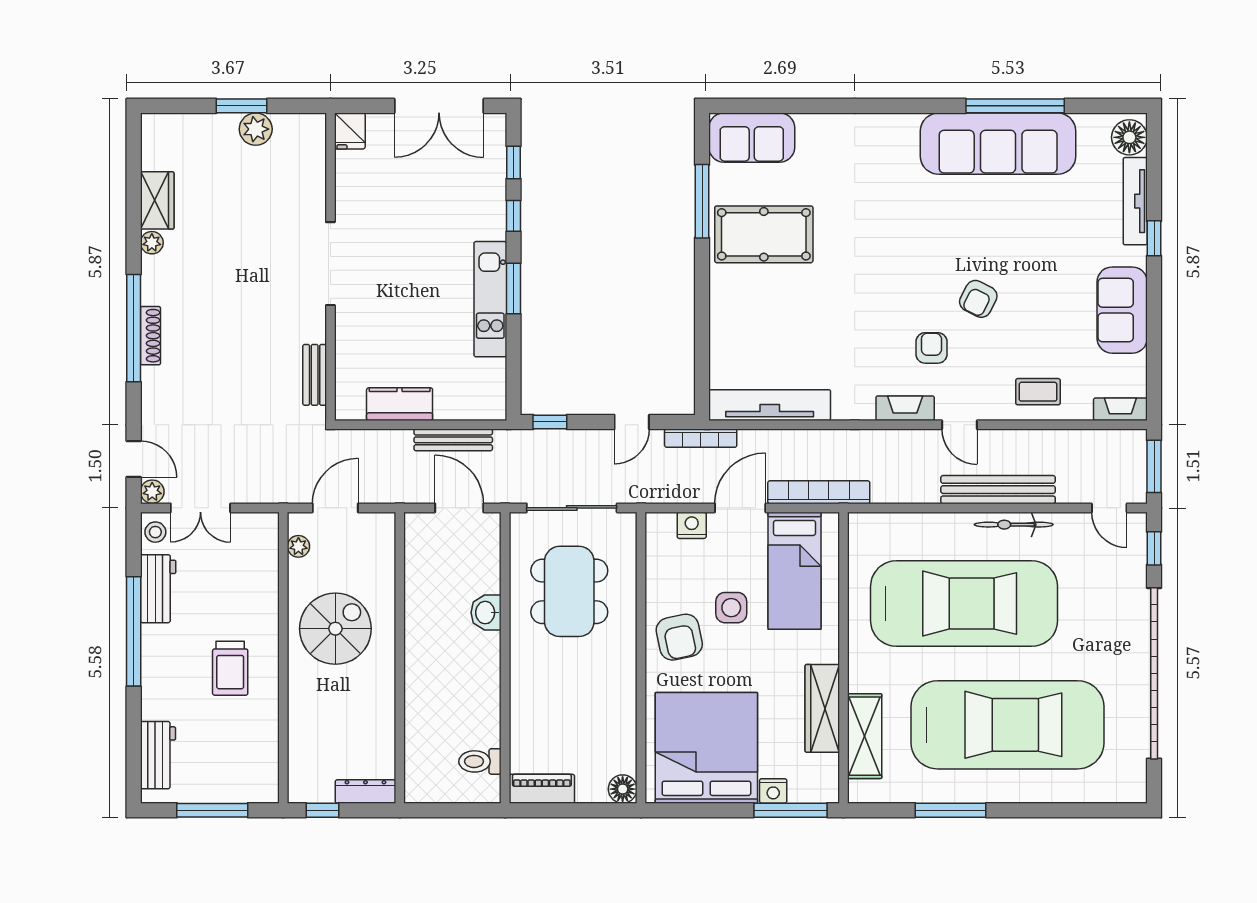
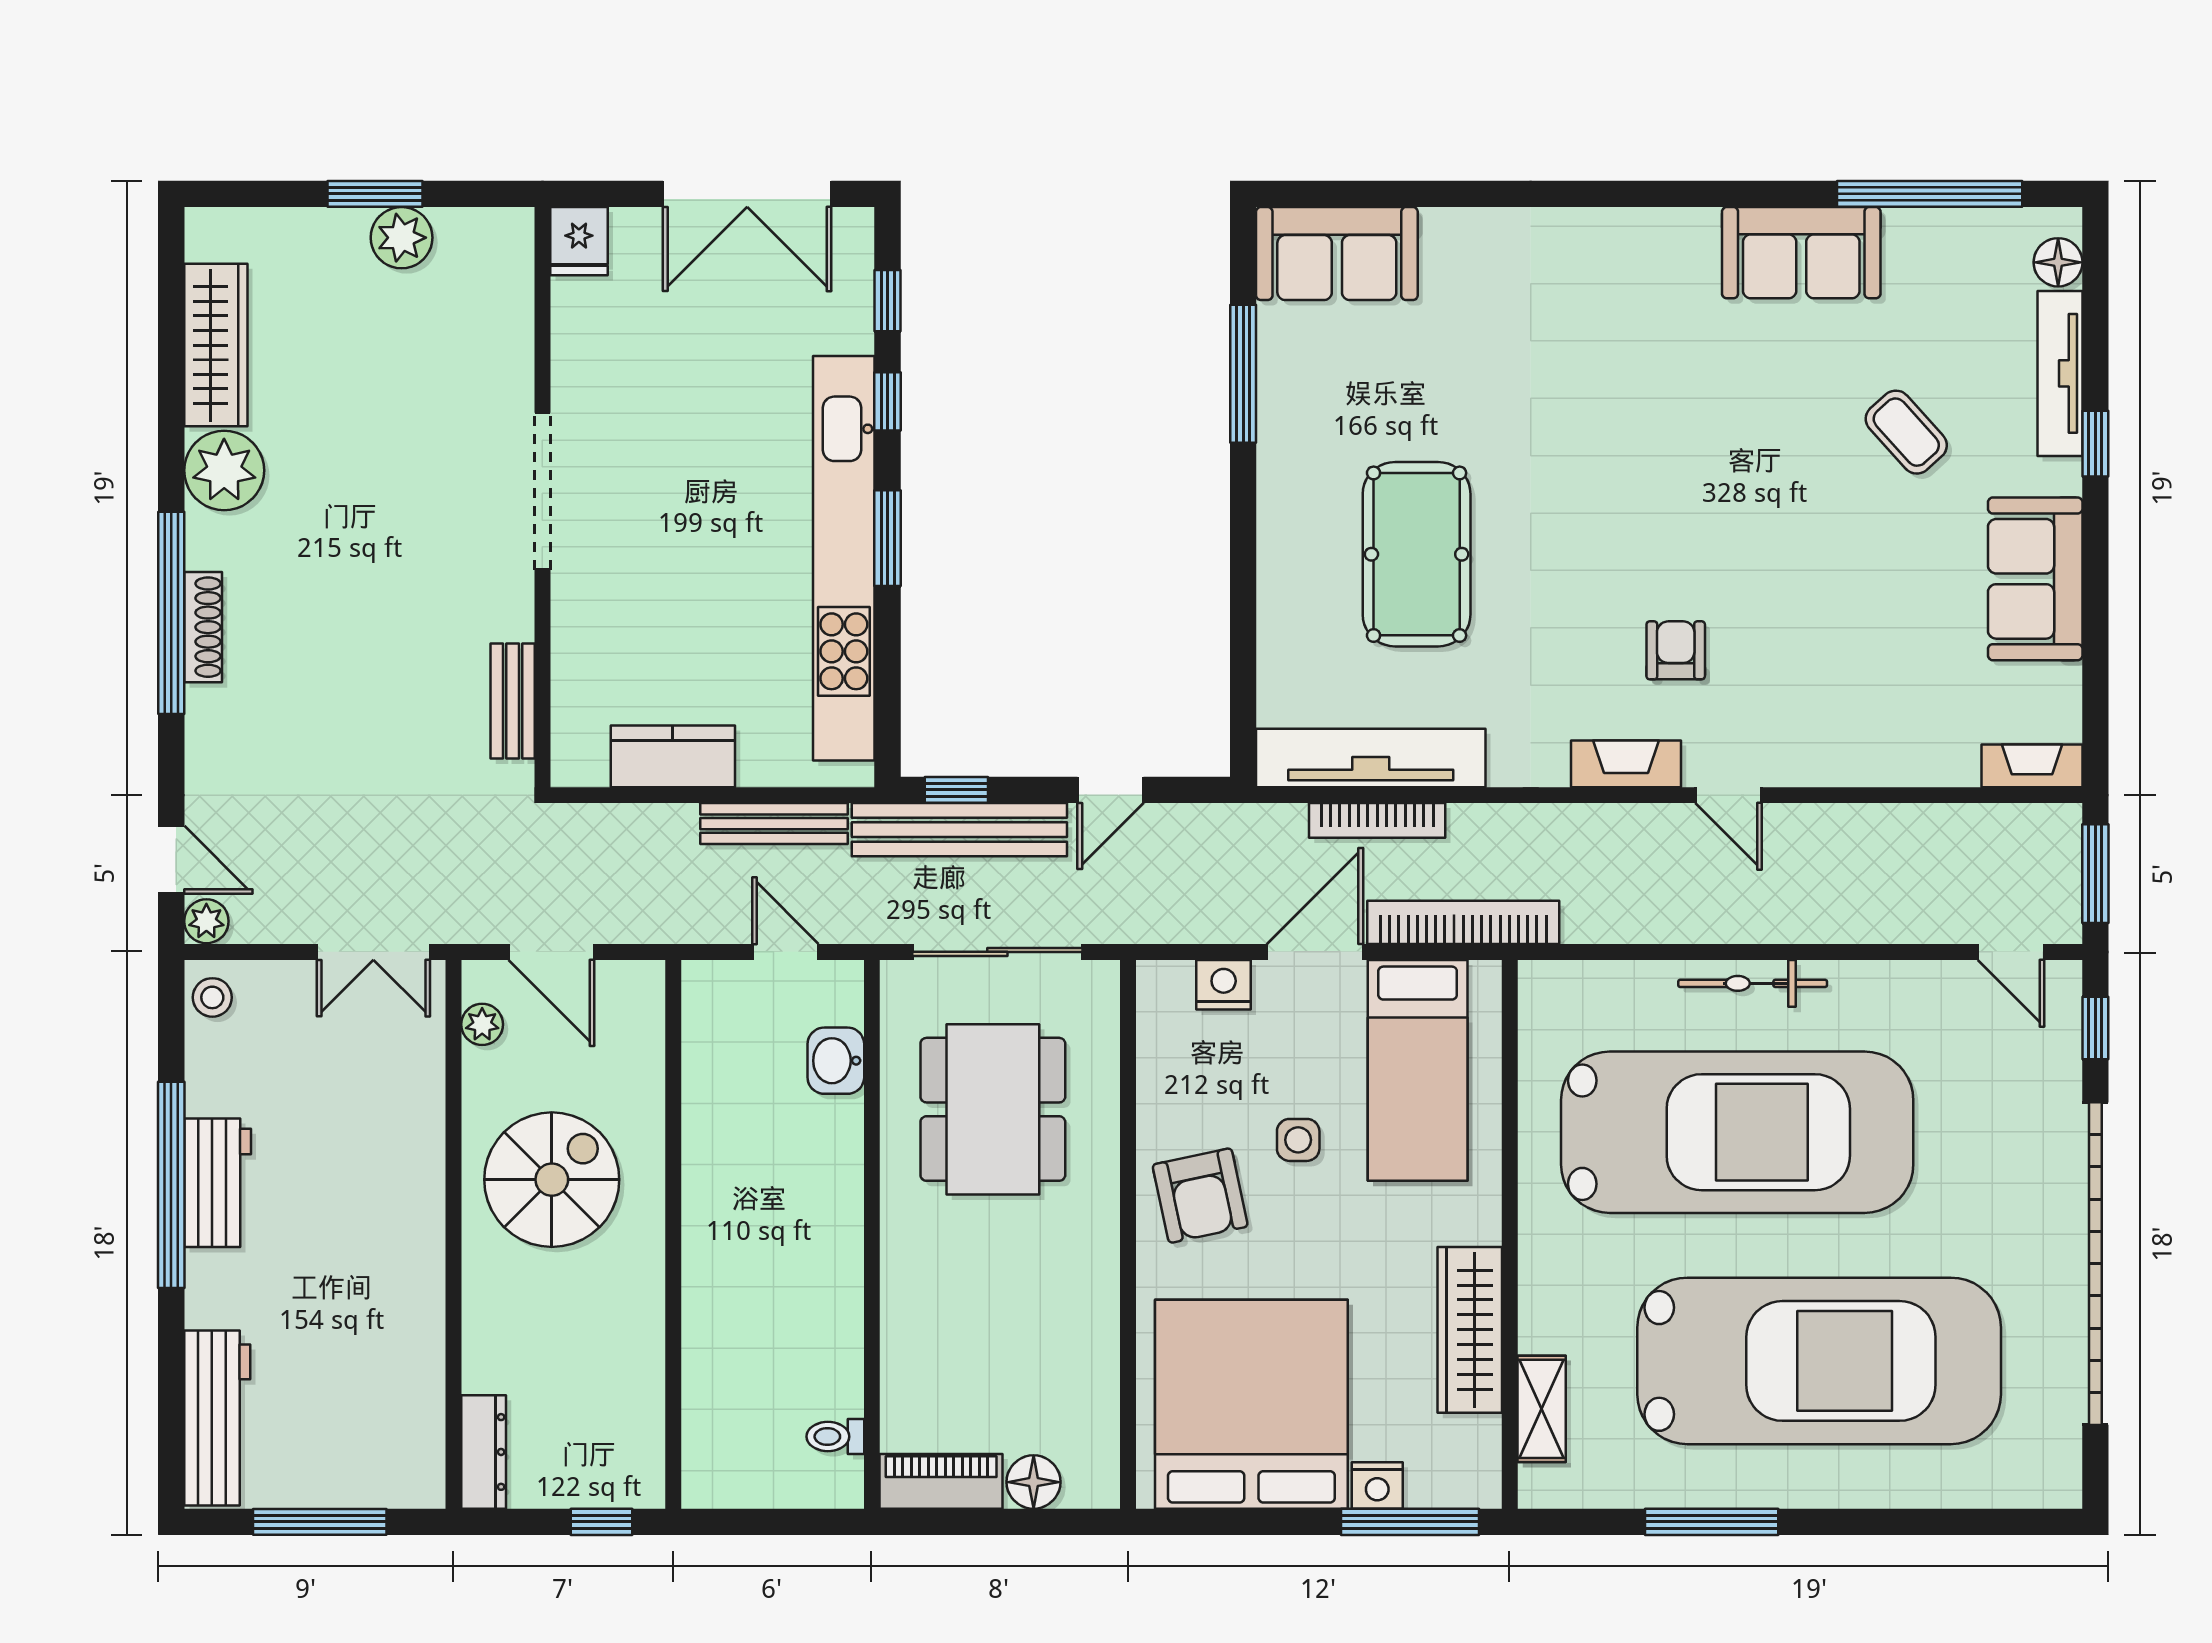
window: (1015, 106) -> (1930, 194), moved
floor lamp: (1129, 137) -> (2058, 262), width x0.73, depth x0.73
sofa: (998, 144) -> (1801, 253), width x0.54, depth x0.79
wardrobe: (157, 200) -> (216, 345), width x1.50
pool table: (764, 234) -> (1417, 554), moved, turned 90
plant: (152, 243) -> (224, 470), width x1.87, depth x1.87
kitchen unit: (490, 299) -> (844, 558), width x1.86
armchair: (978, 299) -> (1764, 558), removed
coffee table: (1038, 392) -> (1906, 432), moved, turned 48
bookcase: (701, 438) -> (1377, 820), moved
bench: (998, 490) -> (959, 830), moved
double door: (200, 508) -> (373, 952), moved
door: (335, 508) -> (551, 952), swing flipped
door: (459, 508) -> (785, 952), width x0.73
bicycle: (1014, 525) -> (1753, 983), moved
workbench: (158, 589) -> (218, 1183), moved
side table: (731, 608) -> (1298, 1140), width x0.73, depth x0.73
washbasin: (486, 613) -> (836, 1061), moved
trolley: (230, 668) -> (353, 1254), removed
shelving: (865, 736) -> (1542, 1409), width x0.67, depth x0.75
workbench: (158, 755) -> (217, 1418), width x1.37
toilet: (480, 761) -> (835, 1437), width x0.73, depth x0.72
floor lamp: (623, 789) -> (1034, 1482), moved
dresser: (365, 791) -> (484, 1452), moved, turned 90
window: (322, 810) -> (601, 1522), moved

